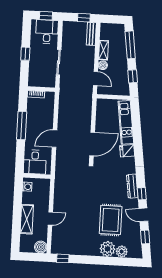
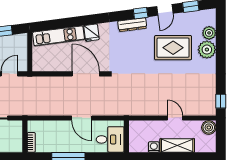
washing machine: (27, 187) -> (154, 147), moved

